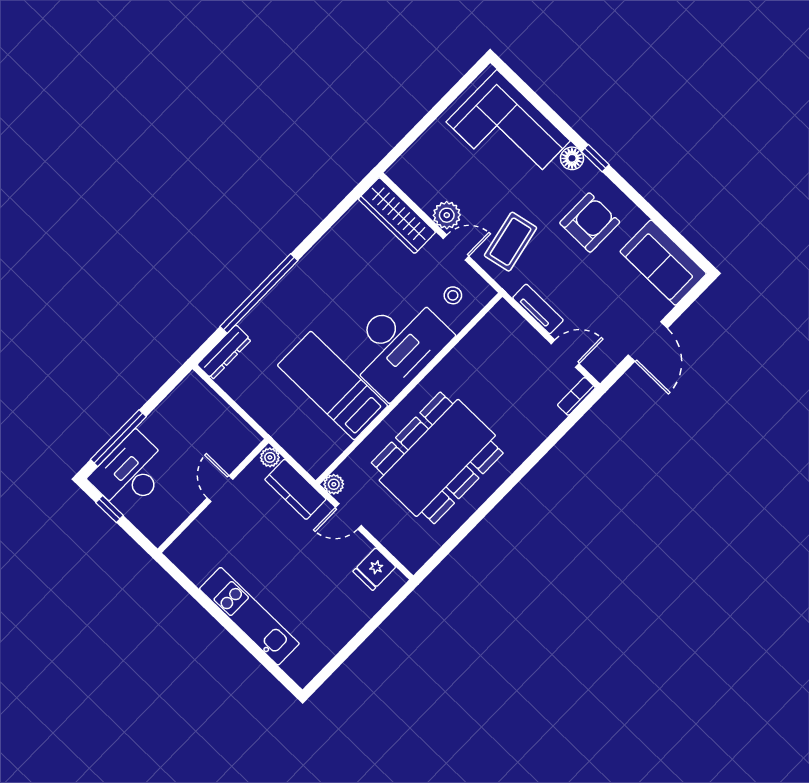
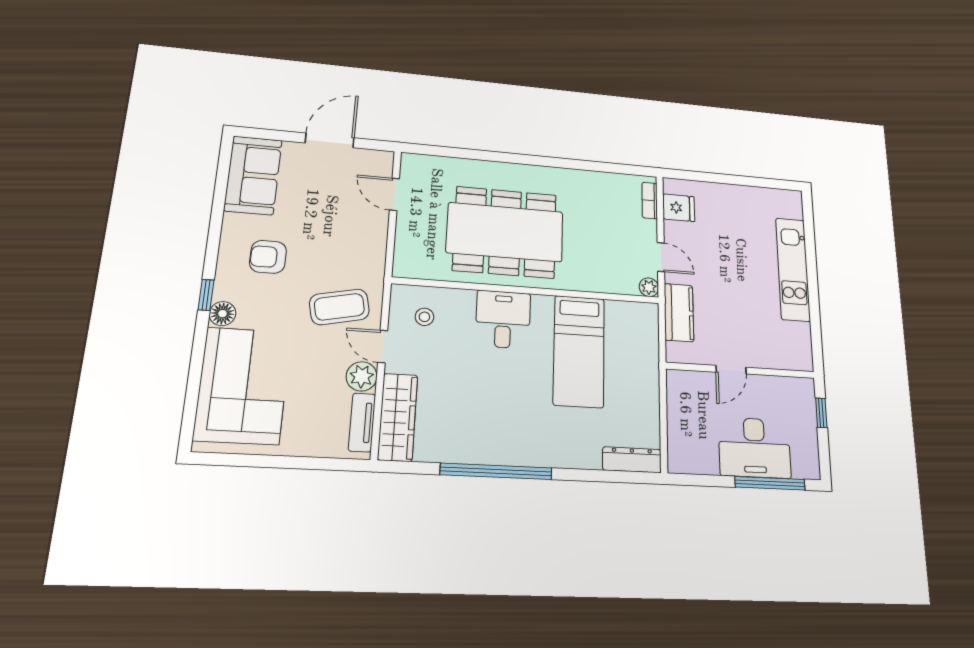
armchair: (590, 223) -> (268, 257), width x0.72, depth x0.72
window: (259, 294) -> (496, 471), moved
tv unit: (538, 309) -> (362, 422), moved
desk: (397, 345) -> (503, 319), width x0.53, depth x0.77
bookcase: (576, 396) -> (650, 201), moved, turned 90
plant: (270, 457) -> (675, 352), removed
dining table: (437, 458) -> (505, 232), moved
desk: (131, 473) -> (755, 448), moved
window: (109, 509) -> (821, 413), moved

